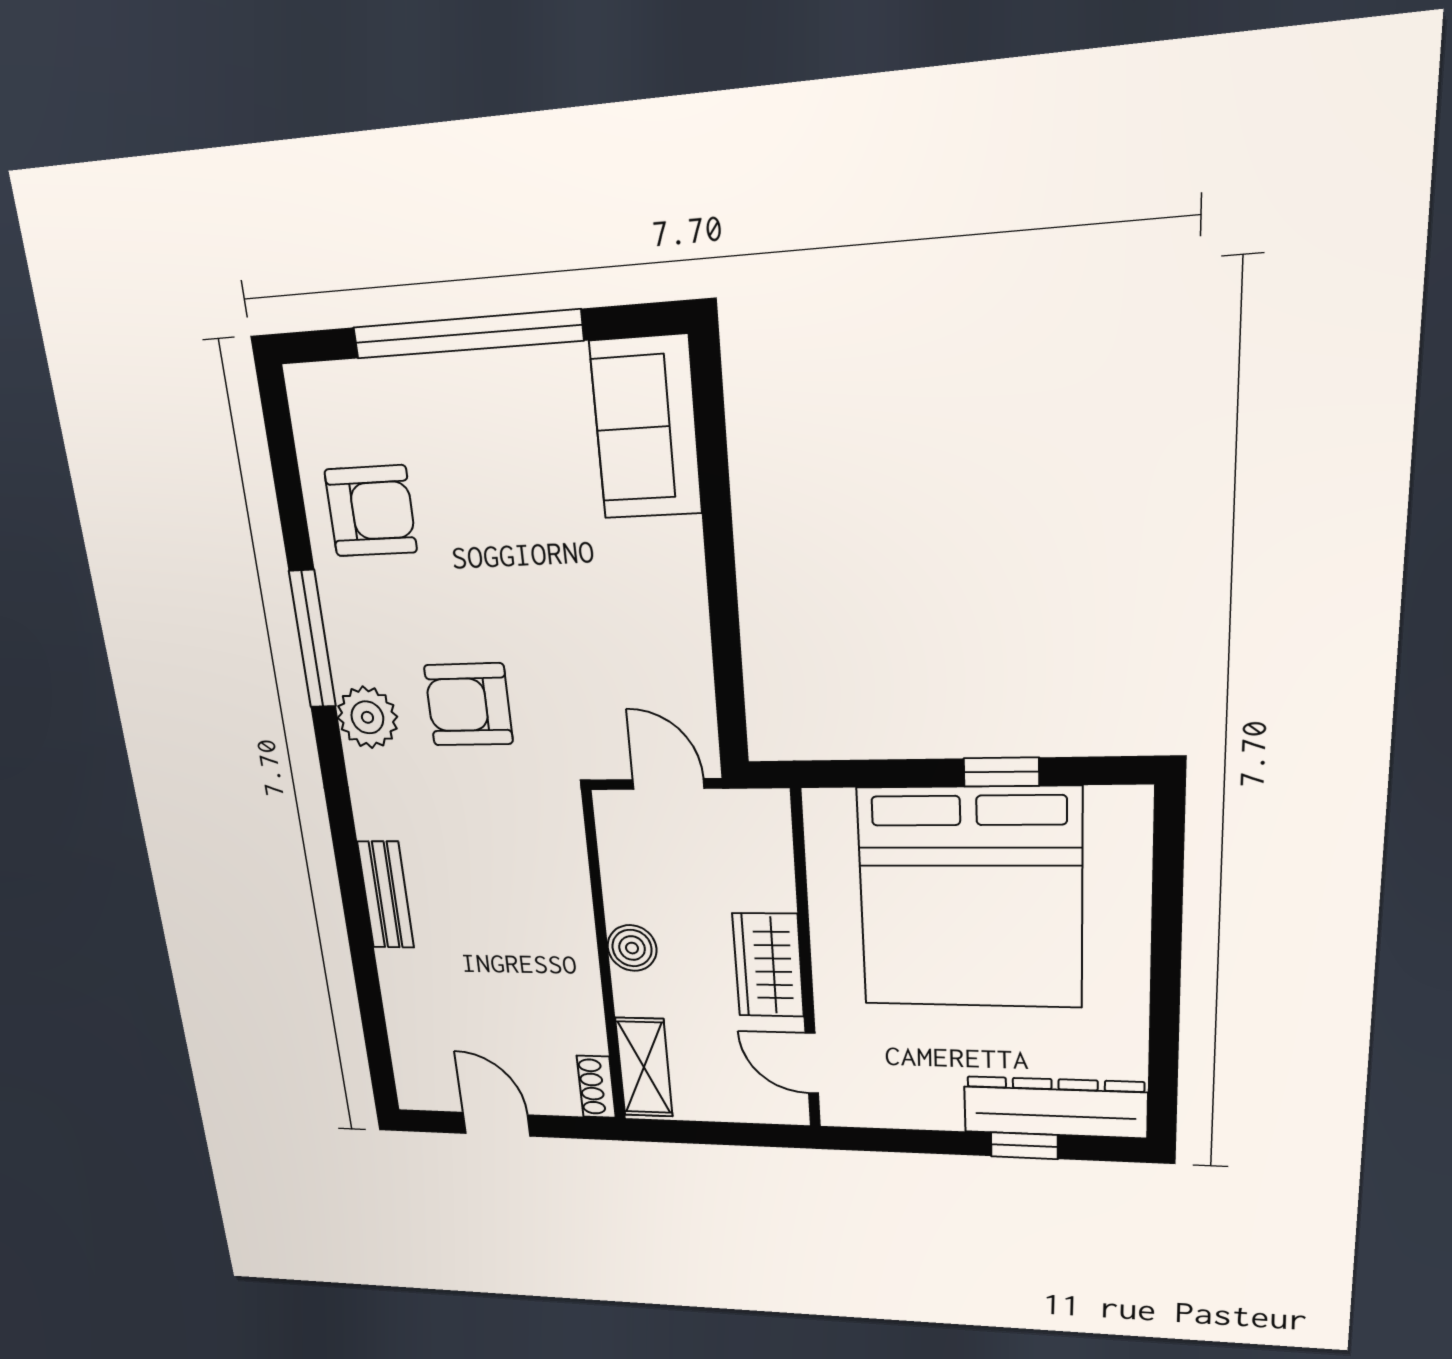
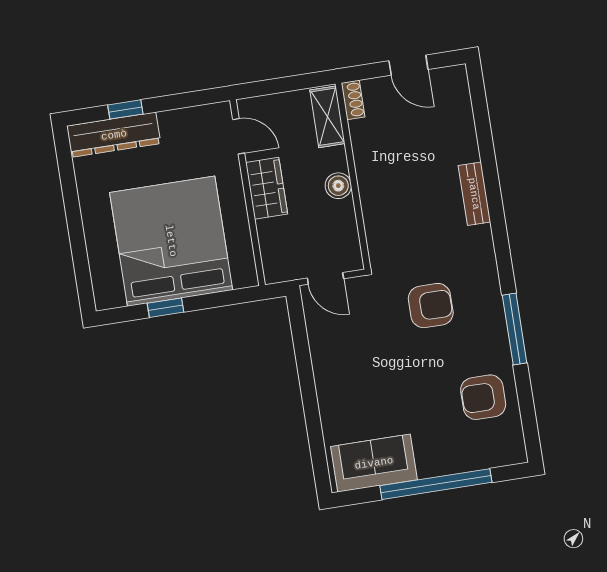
sofa: (646, 428) -> (374, 463), moved, turned -90
plant: (367, 717) -> (485, 292), removed

